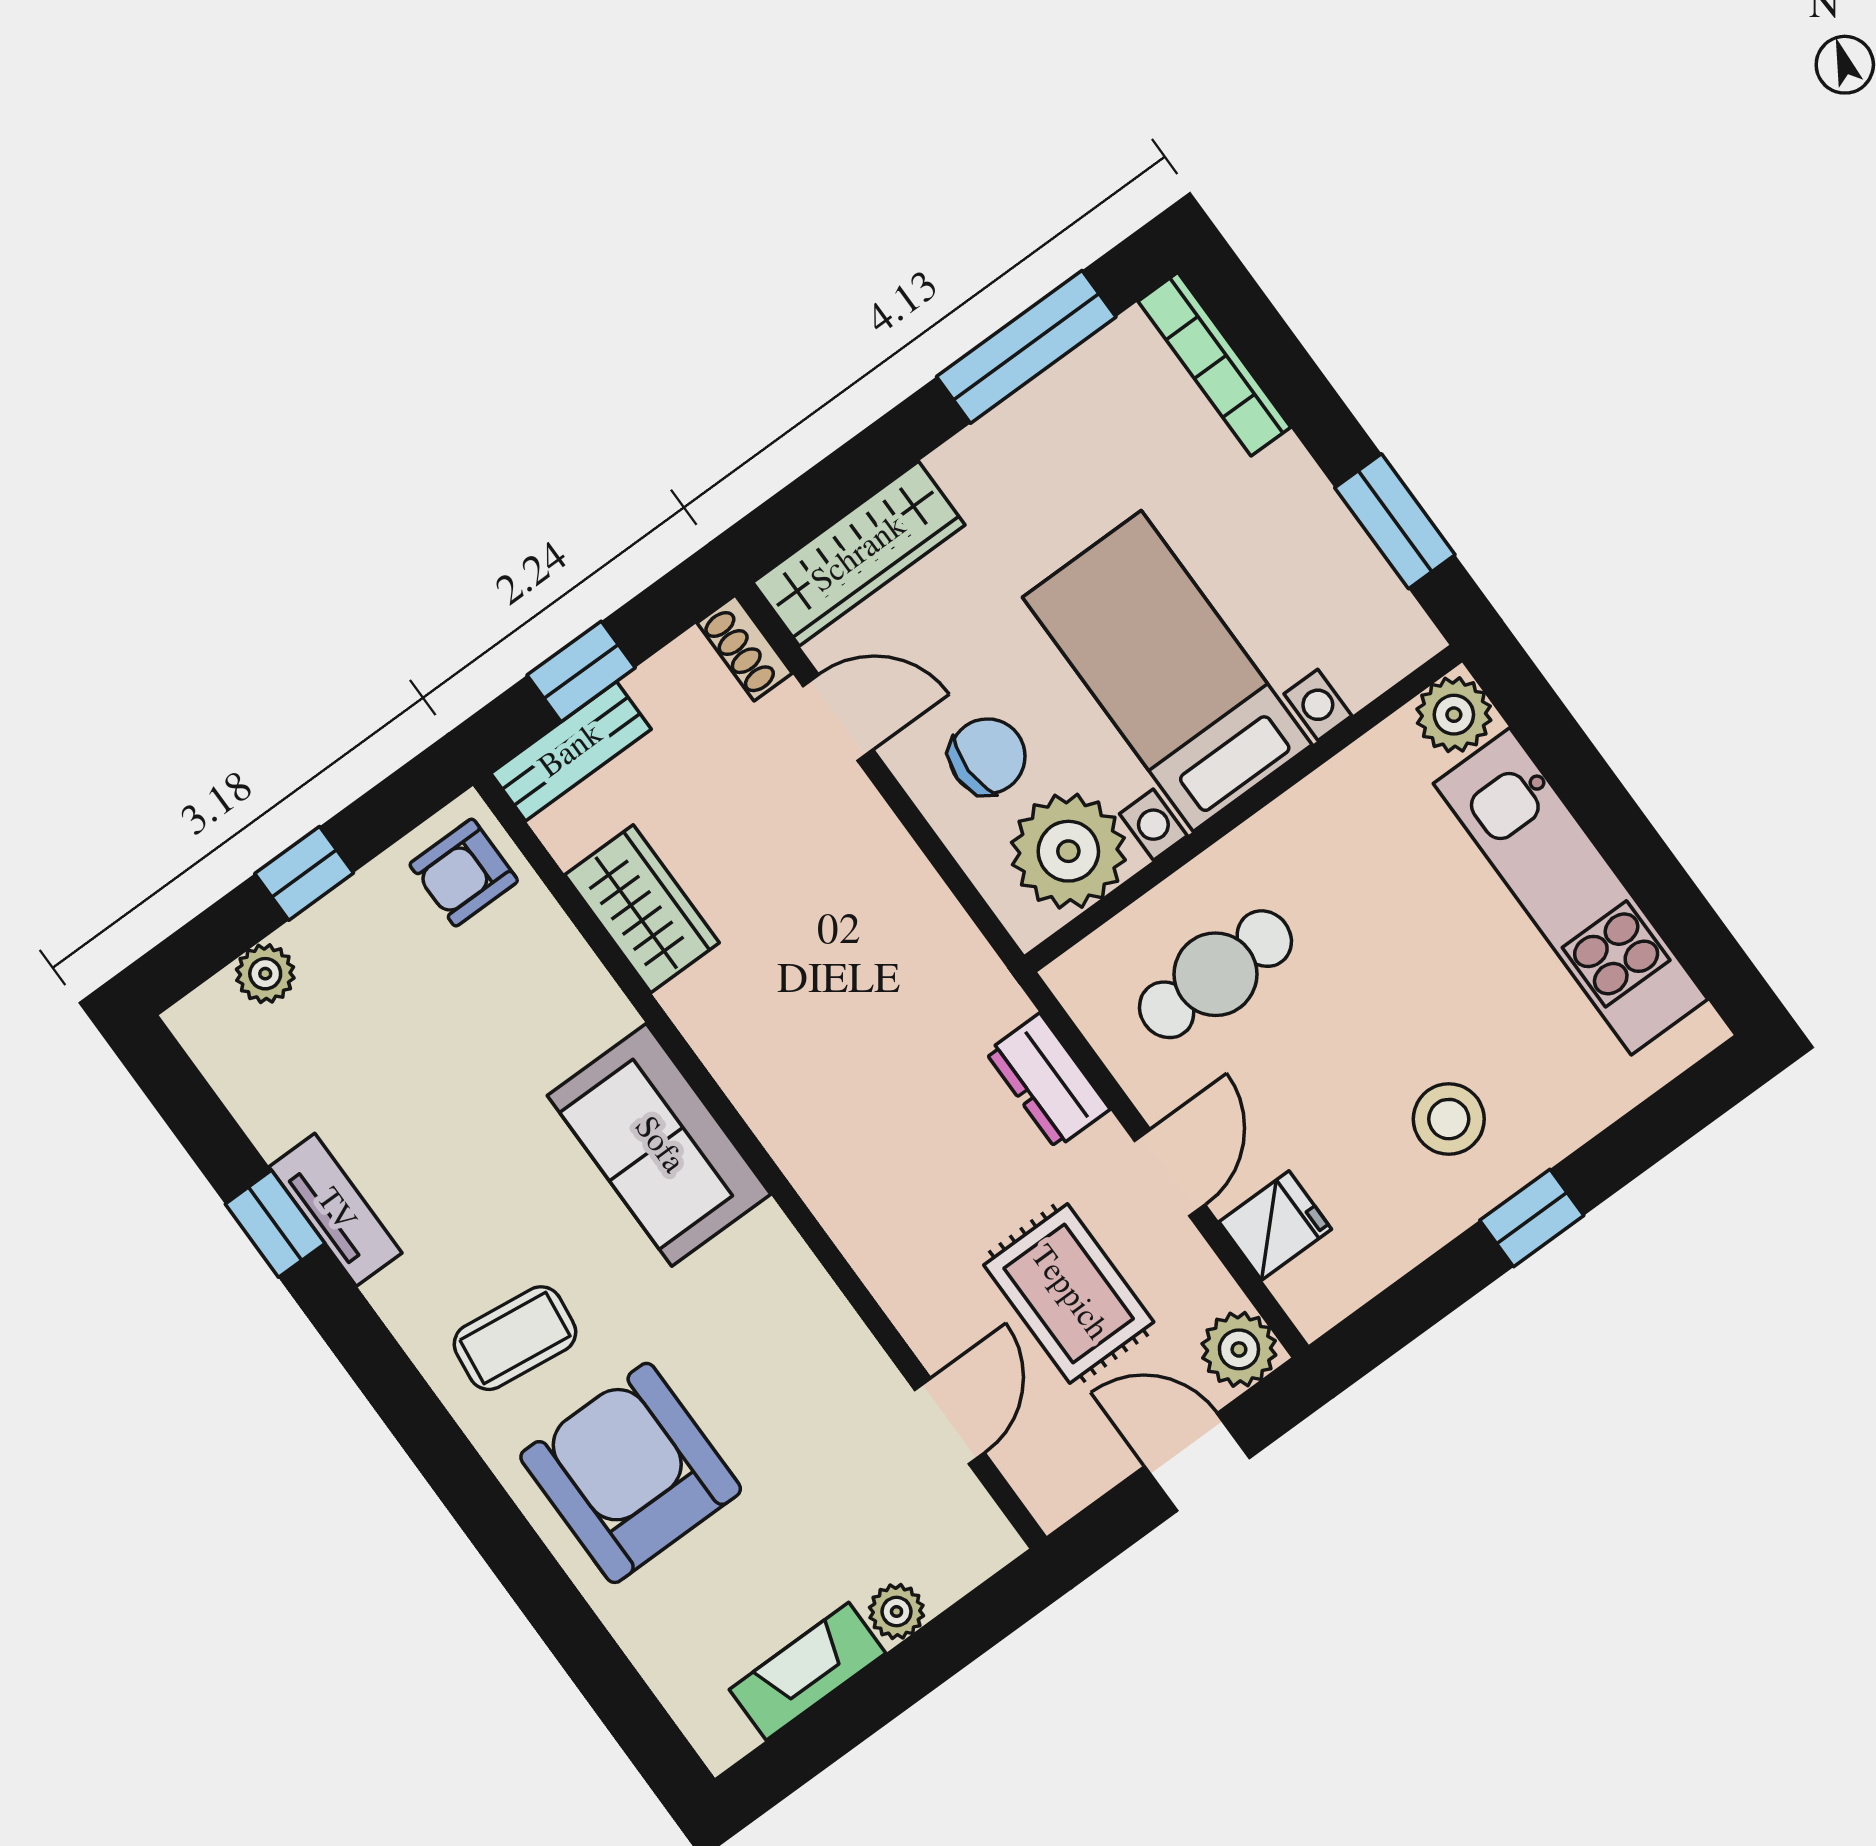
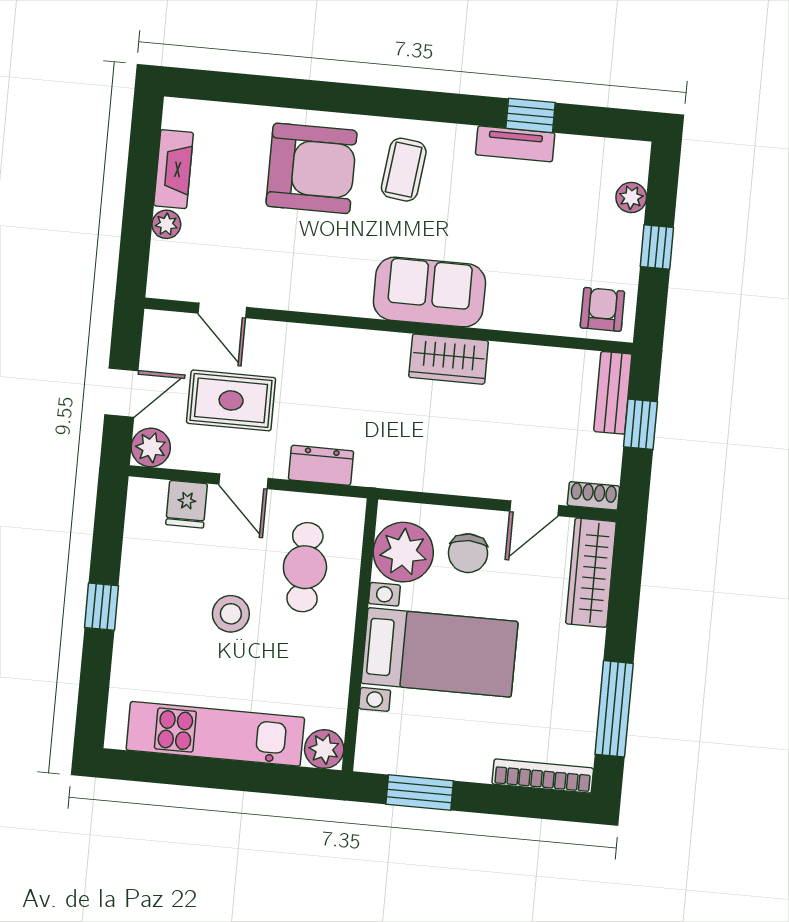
wardrobe: (642, 909) -> (449, 359), moved
stool: (1449, 1119) -> (231, 614), moved

